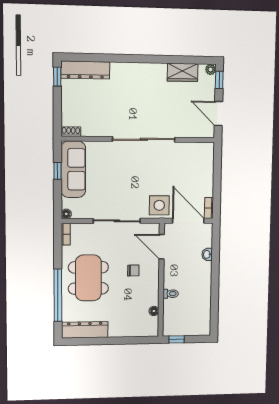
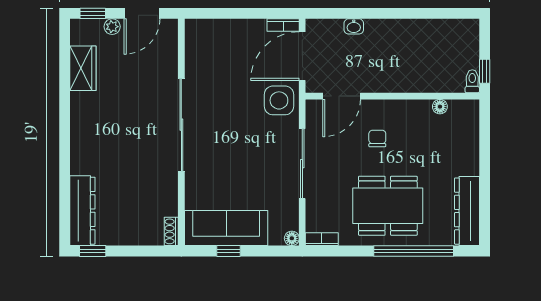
plant: (211, 70) -> (112, 27), moved
toilet: (171, 294) -> (472, 81), moved

